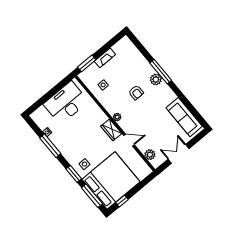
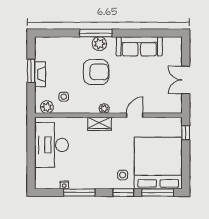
window: (87, 63) -> (31, 71), moved
armchair: (136, 92) -> (96, 72), width x1.88, depth x1.88
sofa: (184, 117) -> (139, 46), moved
wardrobe: (111, 130) -> (99, 124), moved
plant: (150, 155) -> (47, 107), moved
window: (122, 201) -> (186, 133), moved

